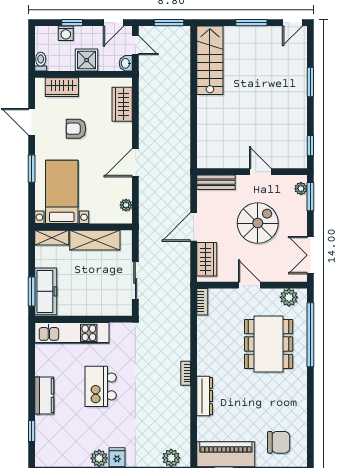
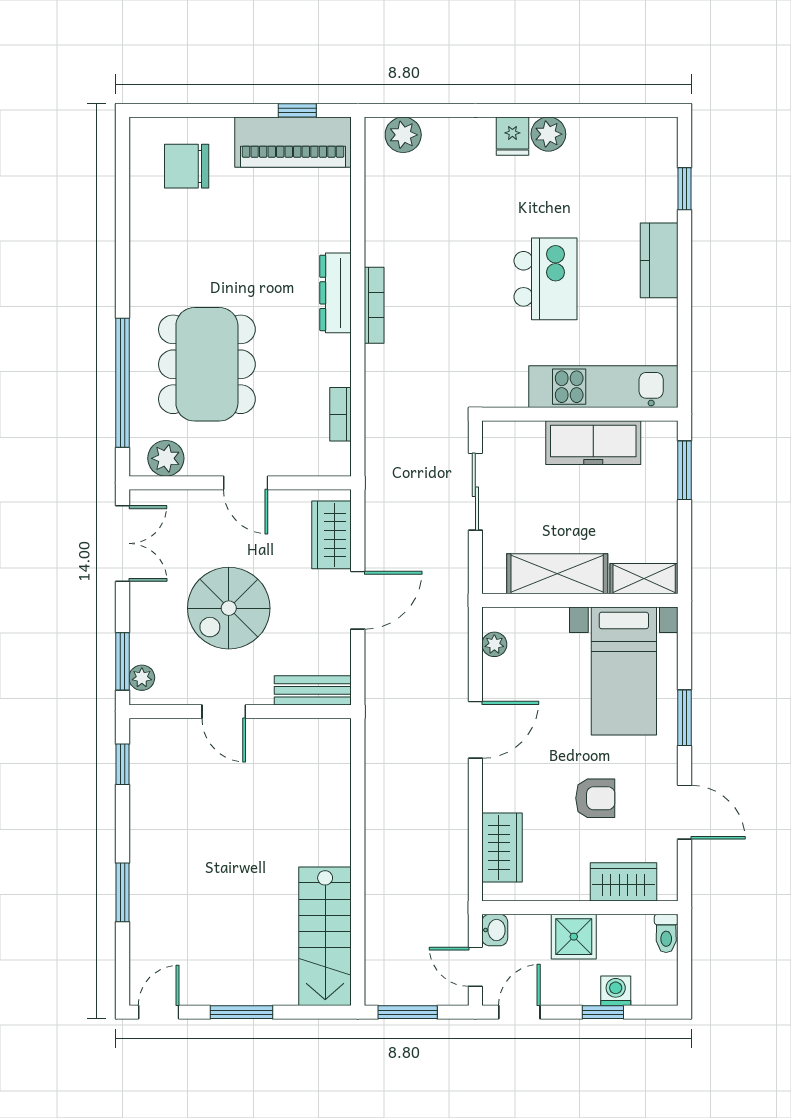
freezer: (46, 291) -> (593, 443), moved, turned -90
bookcase: (202, 302) -> (340, 414), moved
bookcase: (186, 373) -> (374, 305), width x1.56
dresser: (205, 396) -> (336, 293), moved

